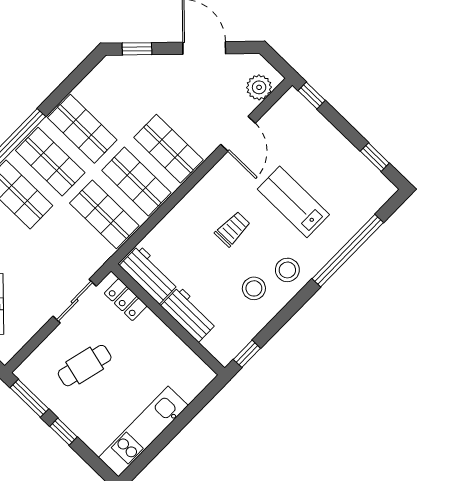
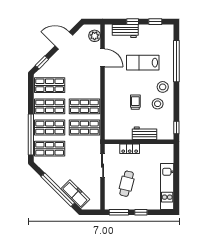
window: (312, 95) -> (133, 22), moved
shop shelf: (168, 149) -> (50, 85), moved
trolley: (233, 229) -> (135, 102), moved
workbench: (149, 274) -> (125, 31), moved, turned 180
locker: (126, 300) -> (130, 149), moved

